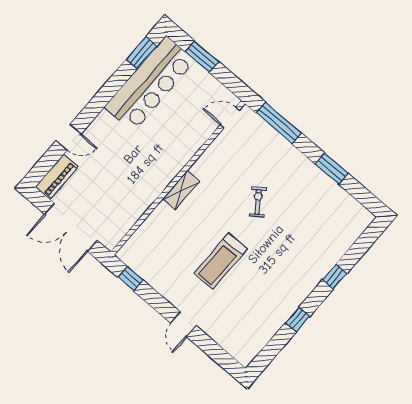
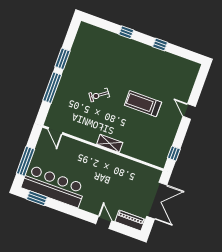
window: (202, 57) -> (25, 161), width x1.44
window: (279, 123) -> (52, 88), moved
treadmill: (221, 261) -> (143, 104), turned 180
door: (183, 324) -> (189, 111), swing flipped

